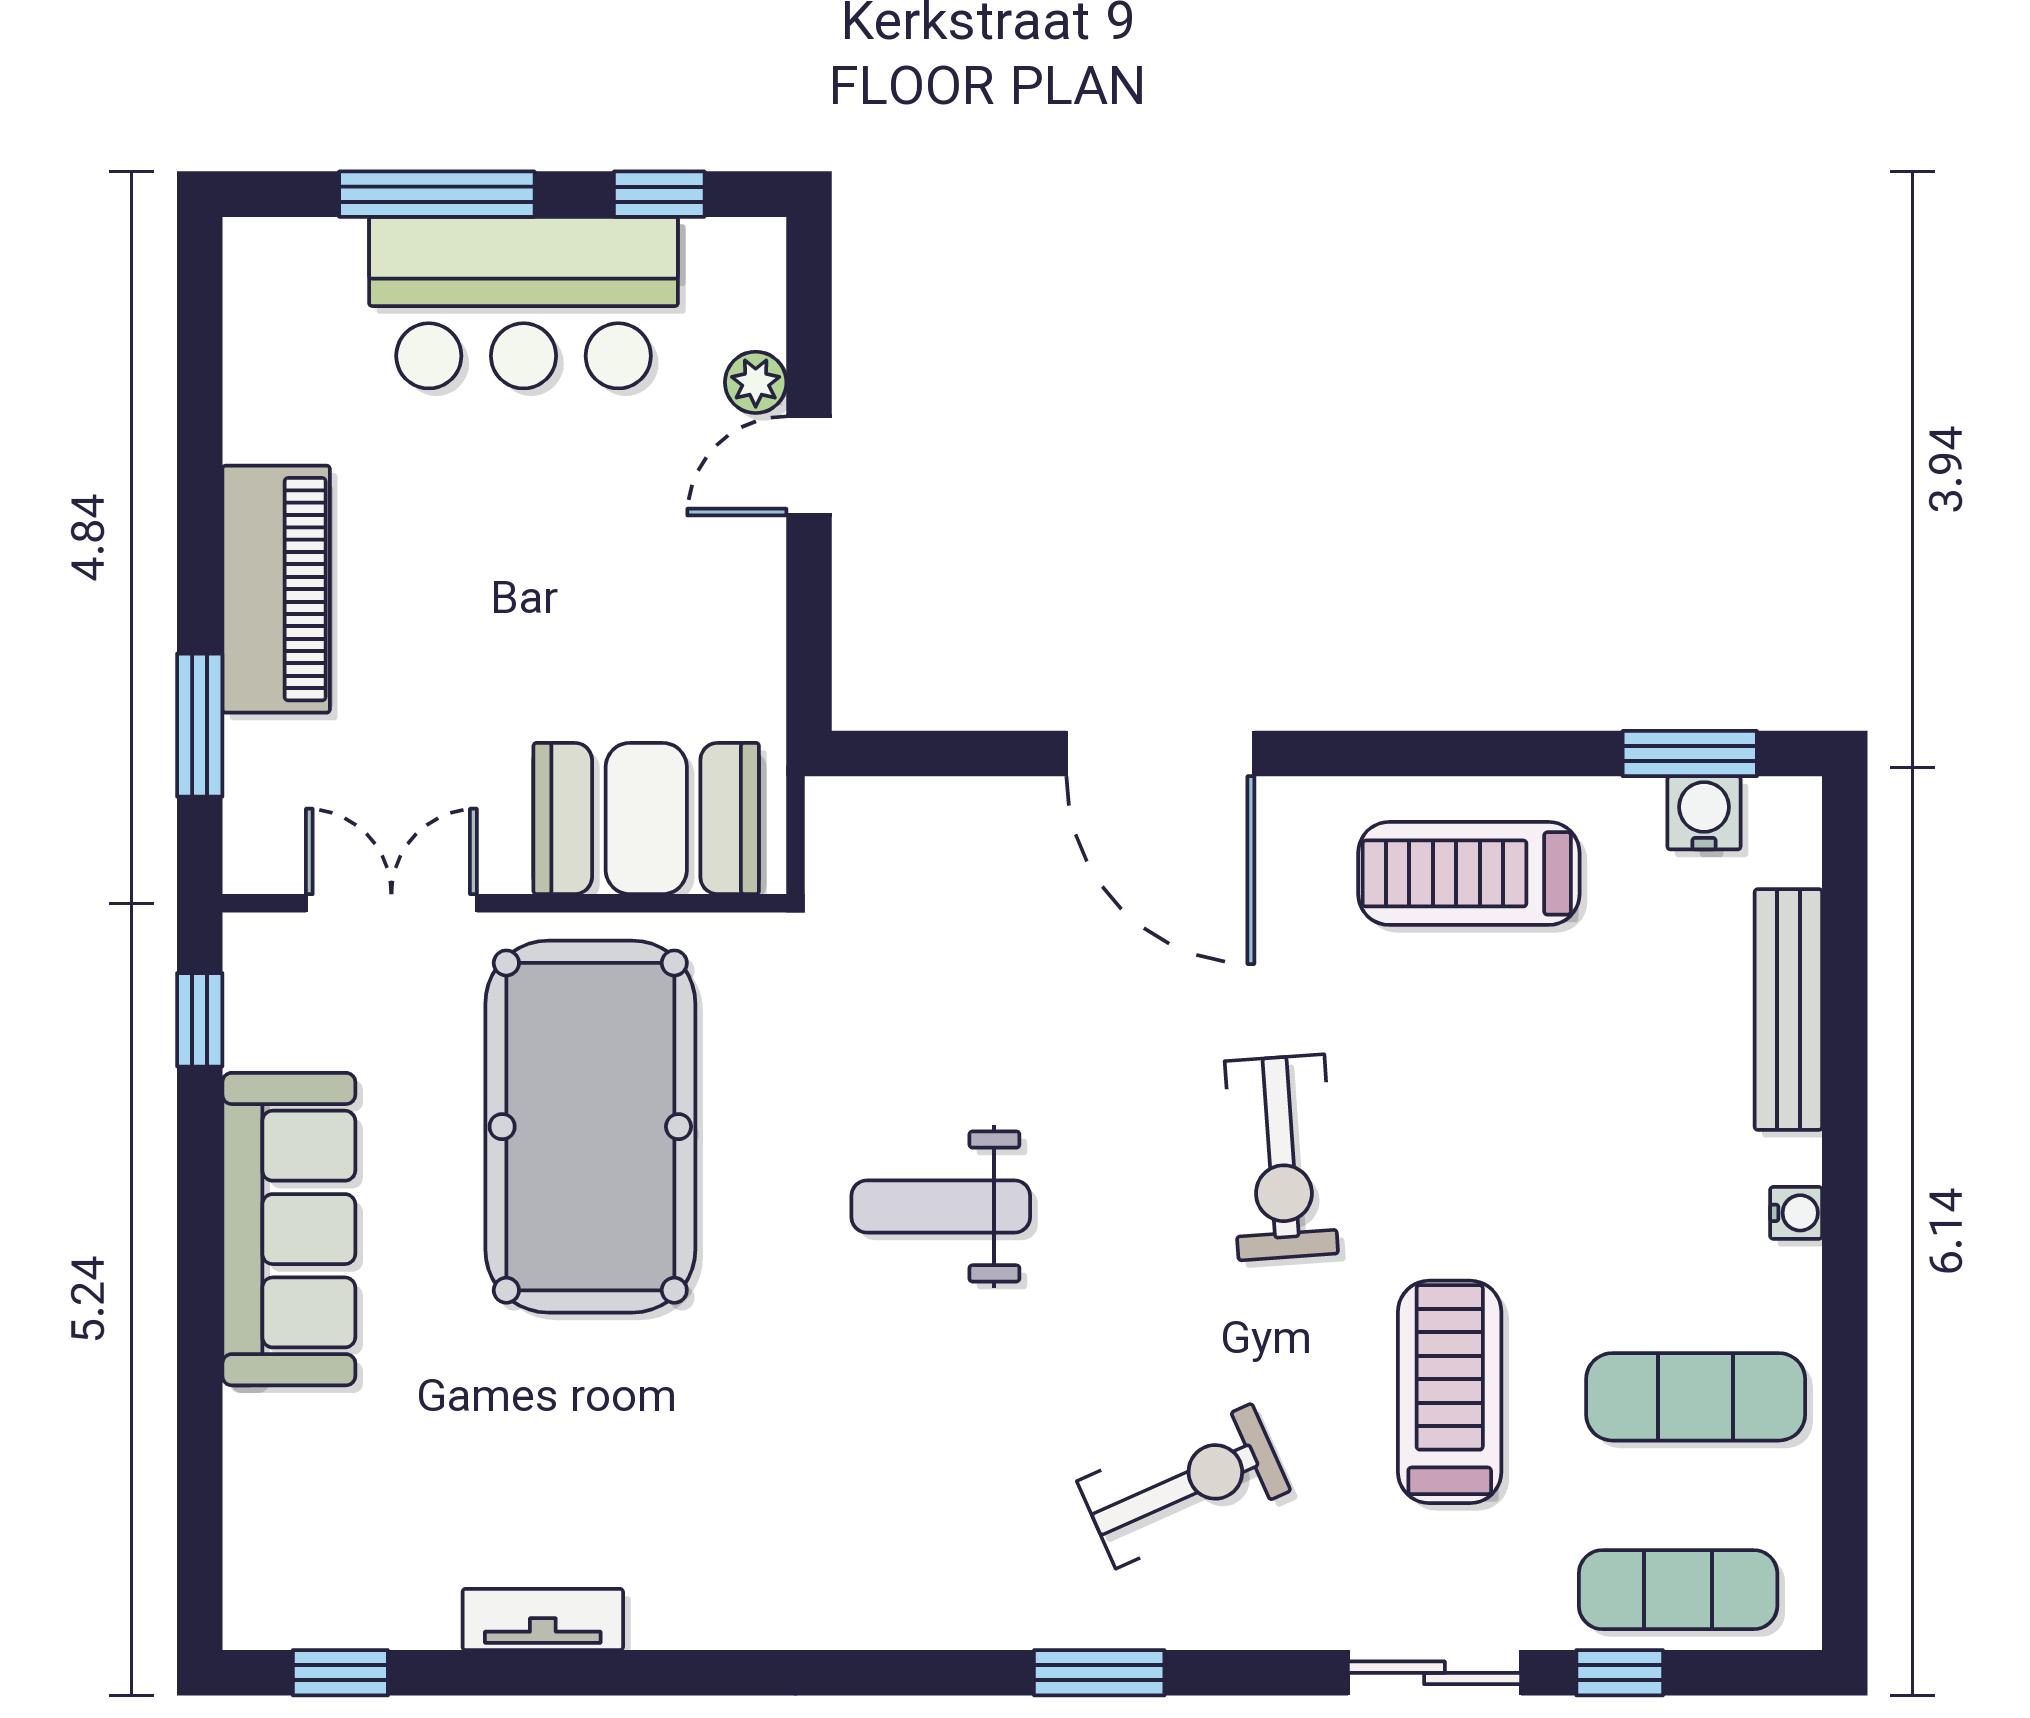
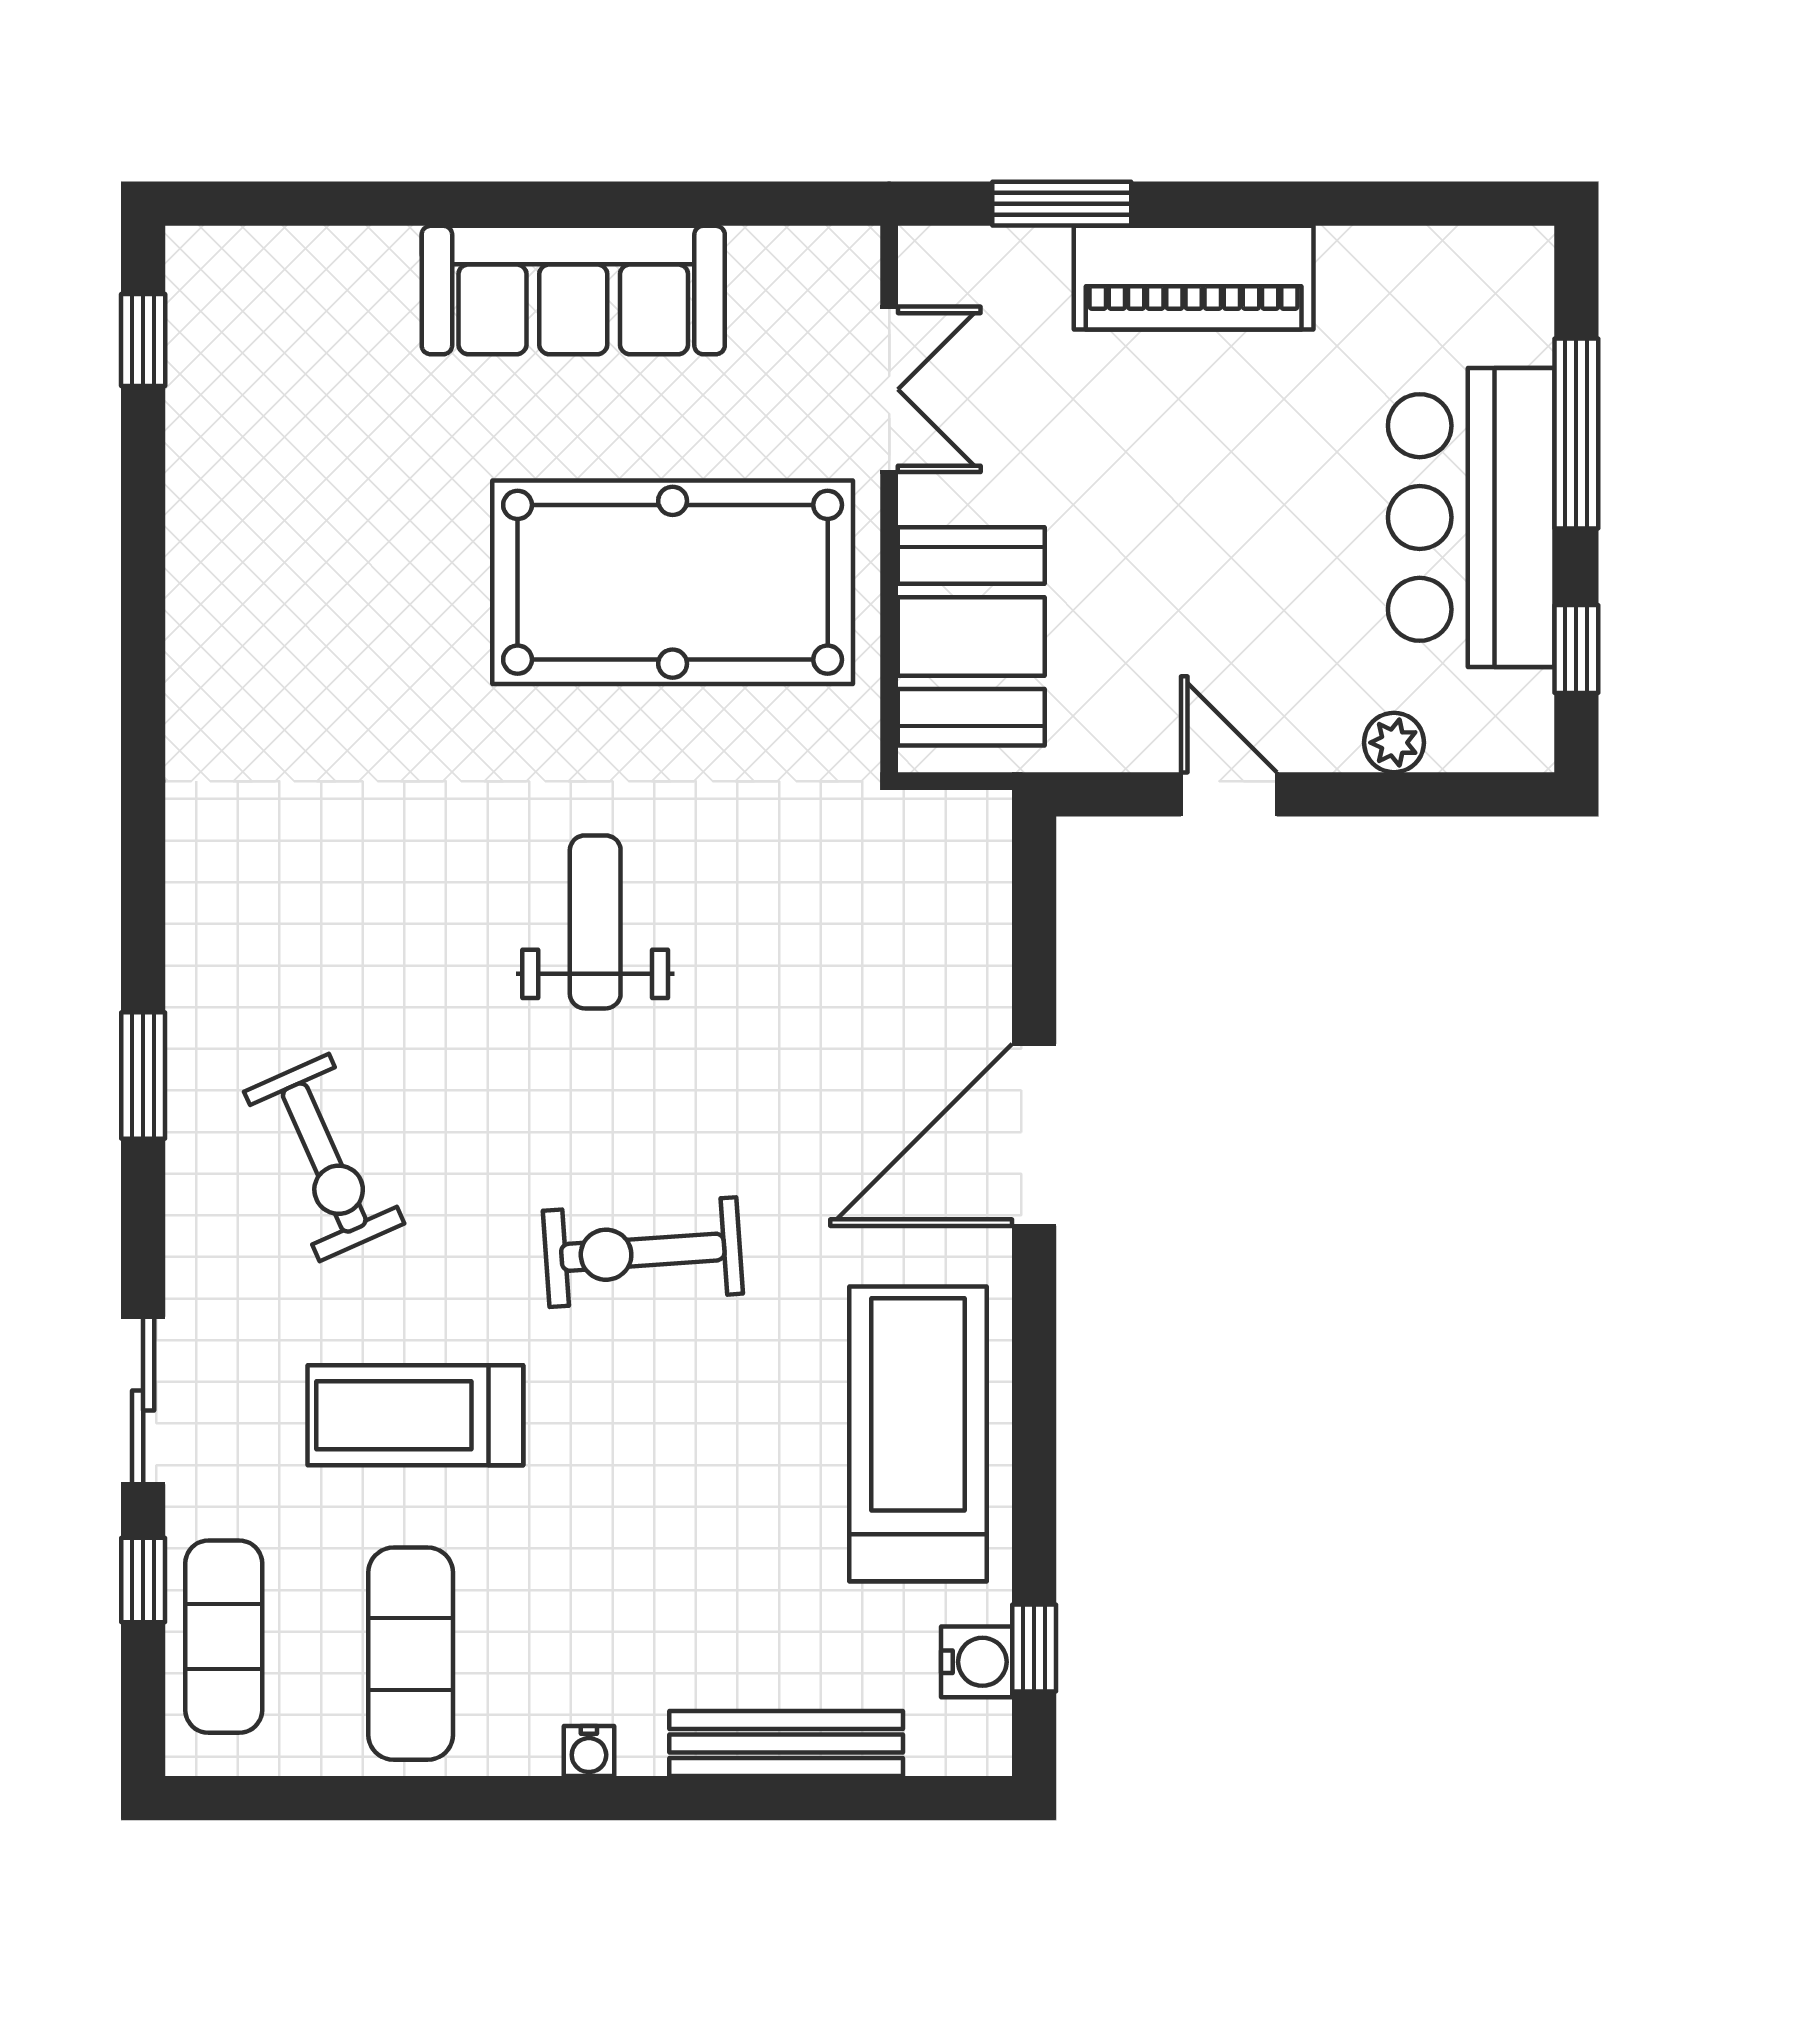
door: (809, 466) -> (1229, 794), moved
window: (1690, 754) -> (1034, 1648), width x0.67
treadmill: (1469, 873) -> (918, 1434), width x1.37, depth x1.38
window: (200, 1020) -> (776, 204), removed
treadmill: (1450, 1392) -> (415, 1415), turned 180
tv unit: (543, 1619) -> (195, 536), removed

